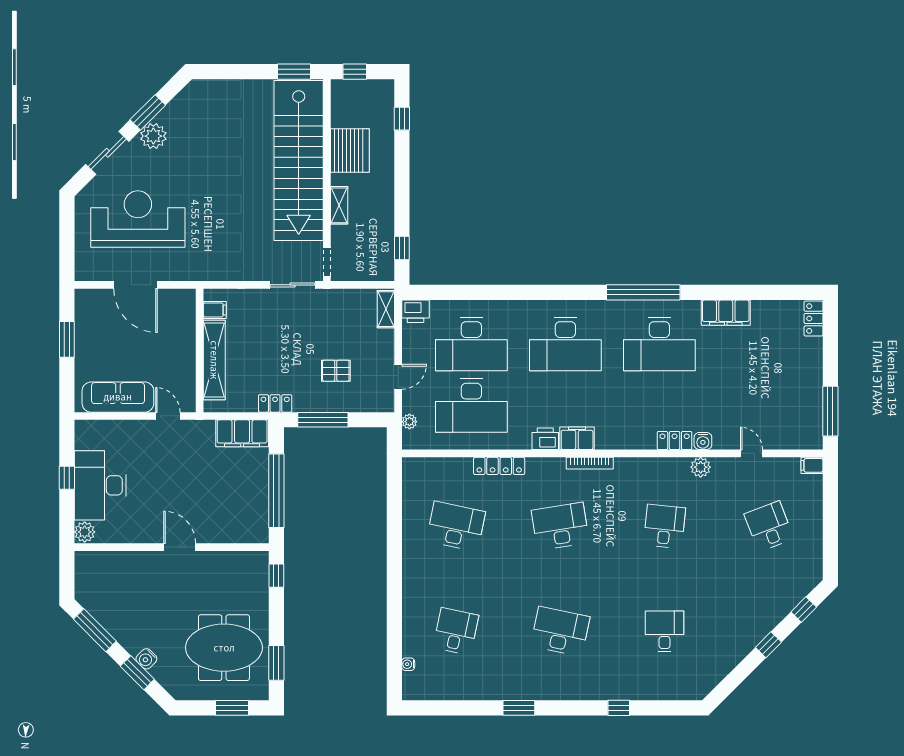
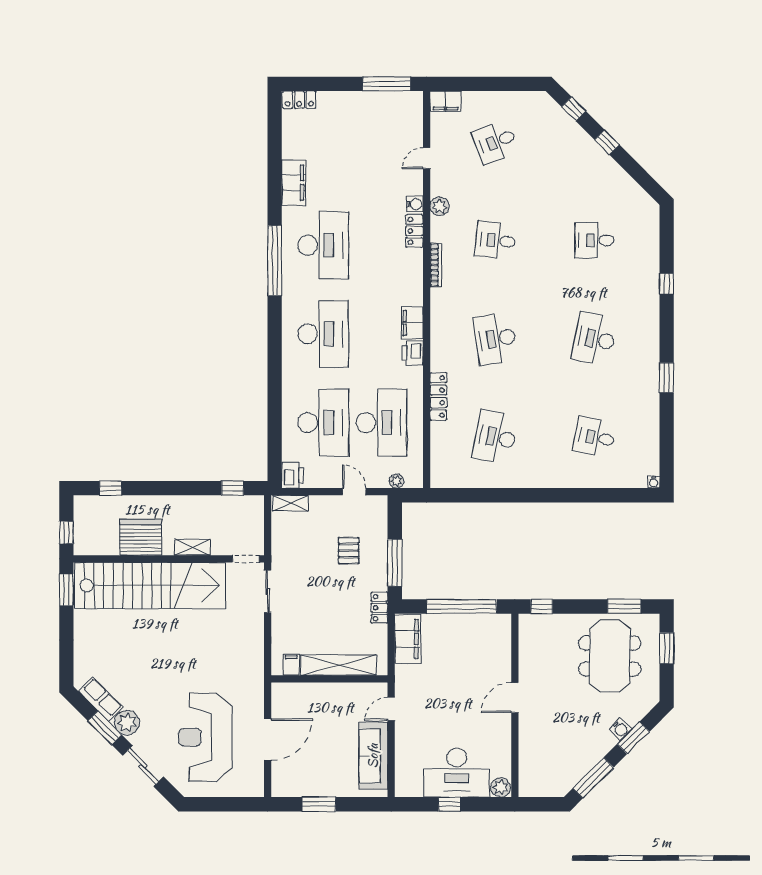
row of seats: (178, 108) -> (101, 699), added
bookcase: (590, 463) -> (436, 265), moved
filing cabinet: (812, 465) -> (446, 101), width x2.00
water cooler: (408, 664) -> (654, 482), moved

